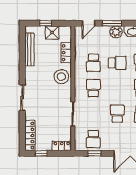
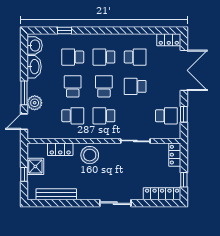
door: (89, 23) -> (24, 122), swing flipped
plant: (116, 32) -> (35, 103), moved
school desk: (117, 88) -> (104, 86), added

